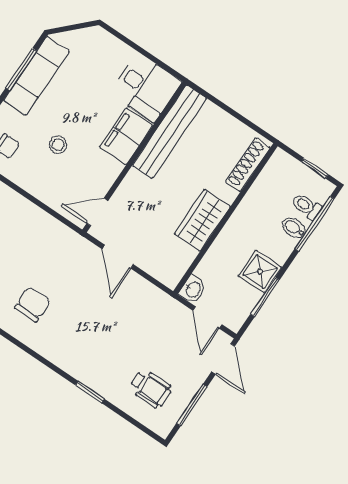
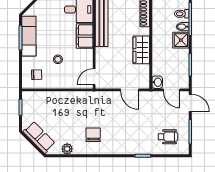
door: (118, 257) -> (130, 90), moved
shower: (260, 272) -> (181, 40), moved

